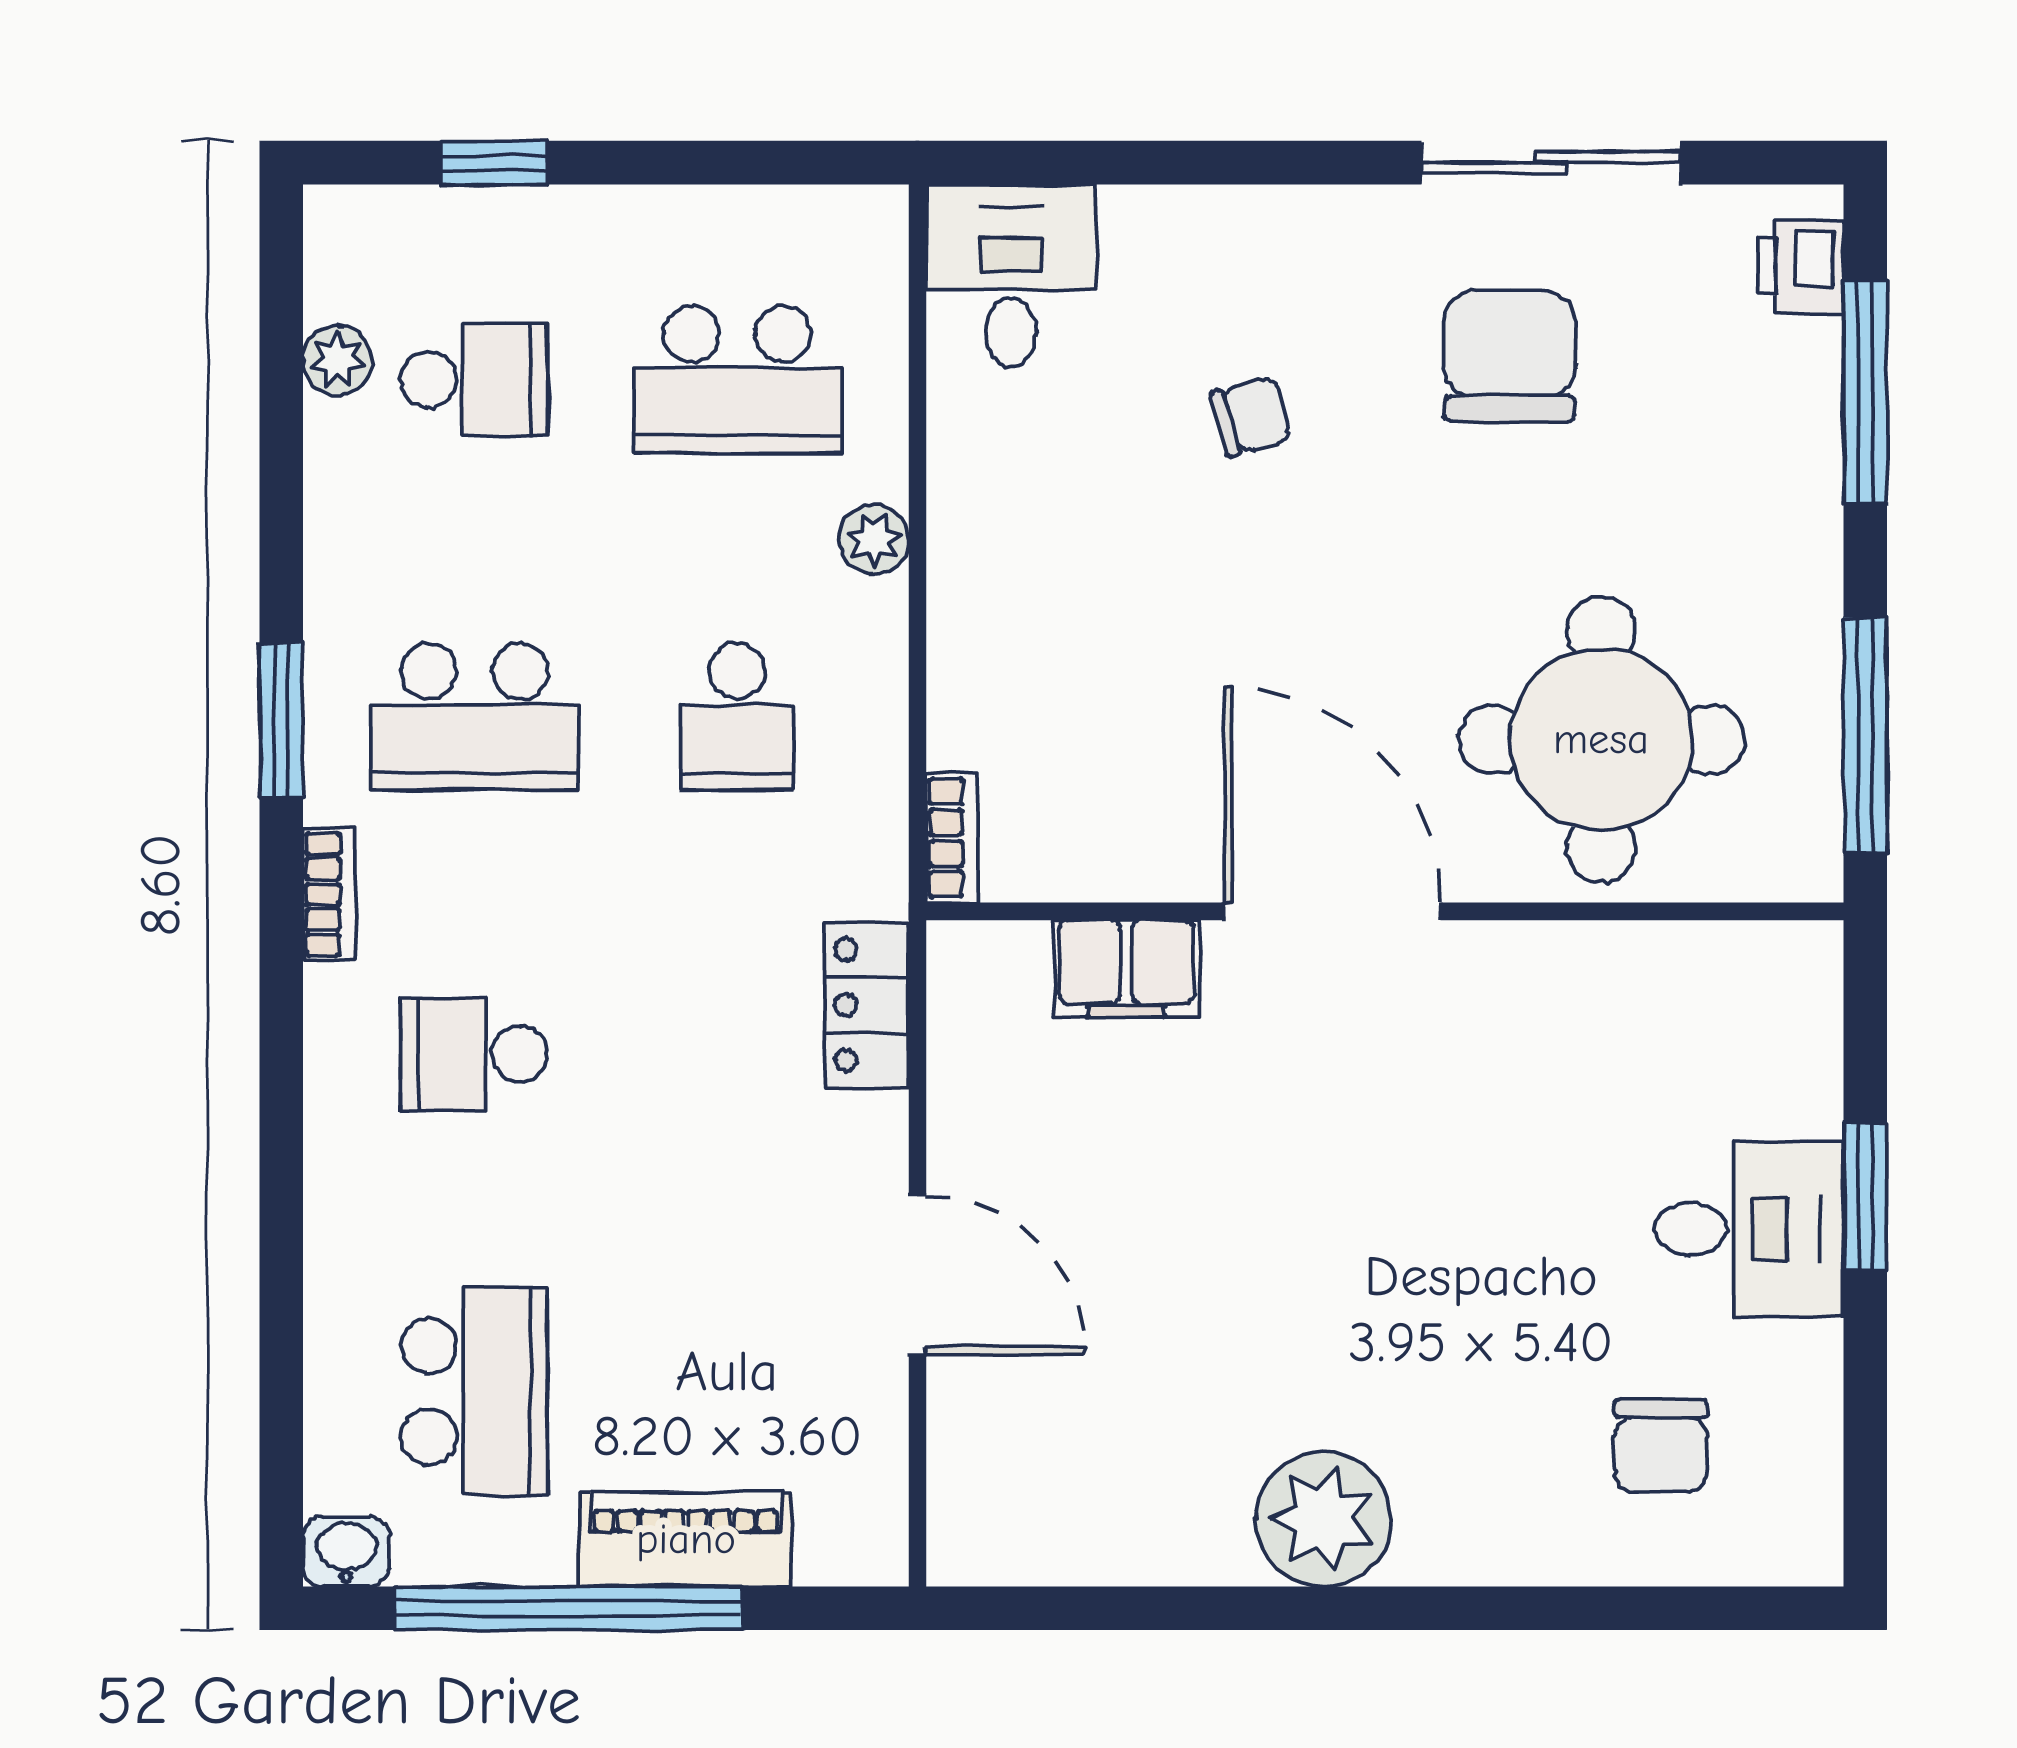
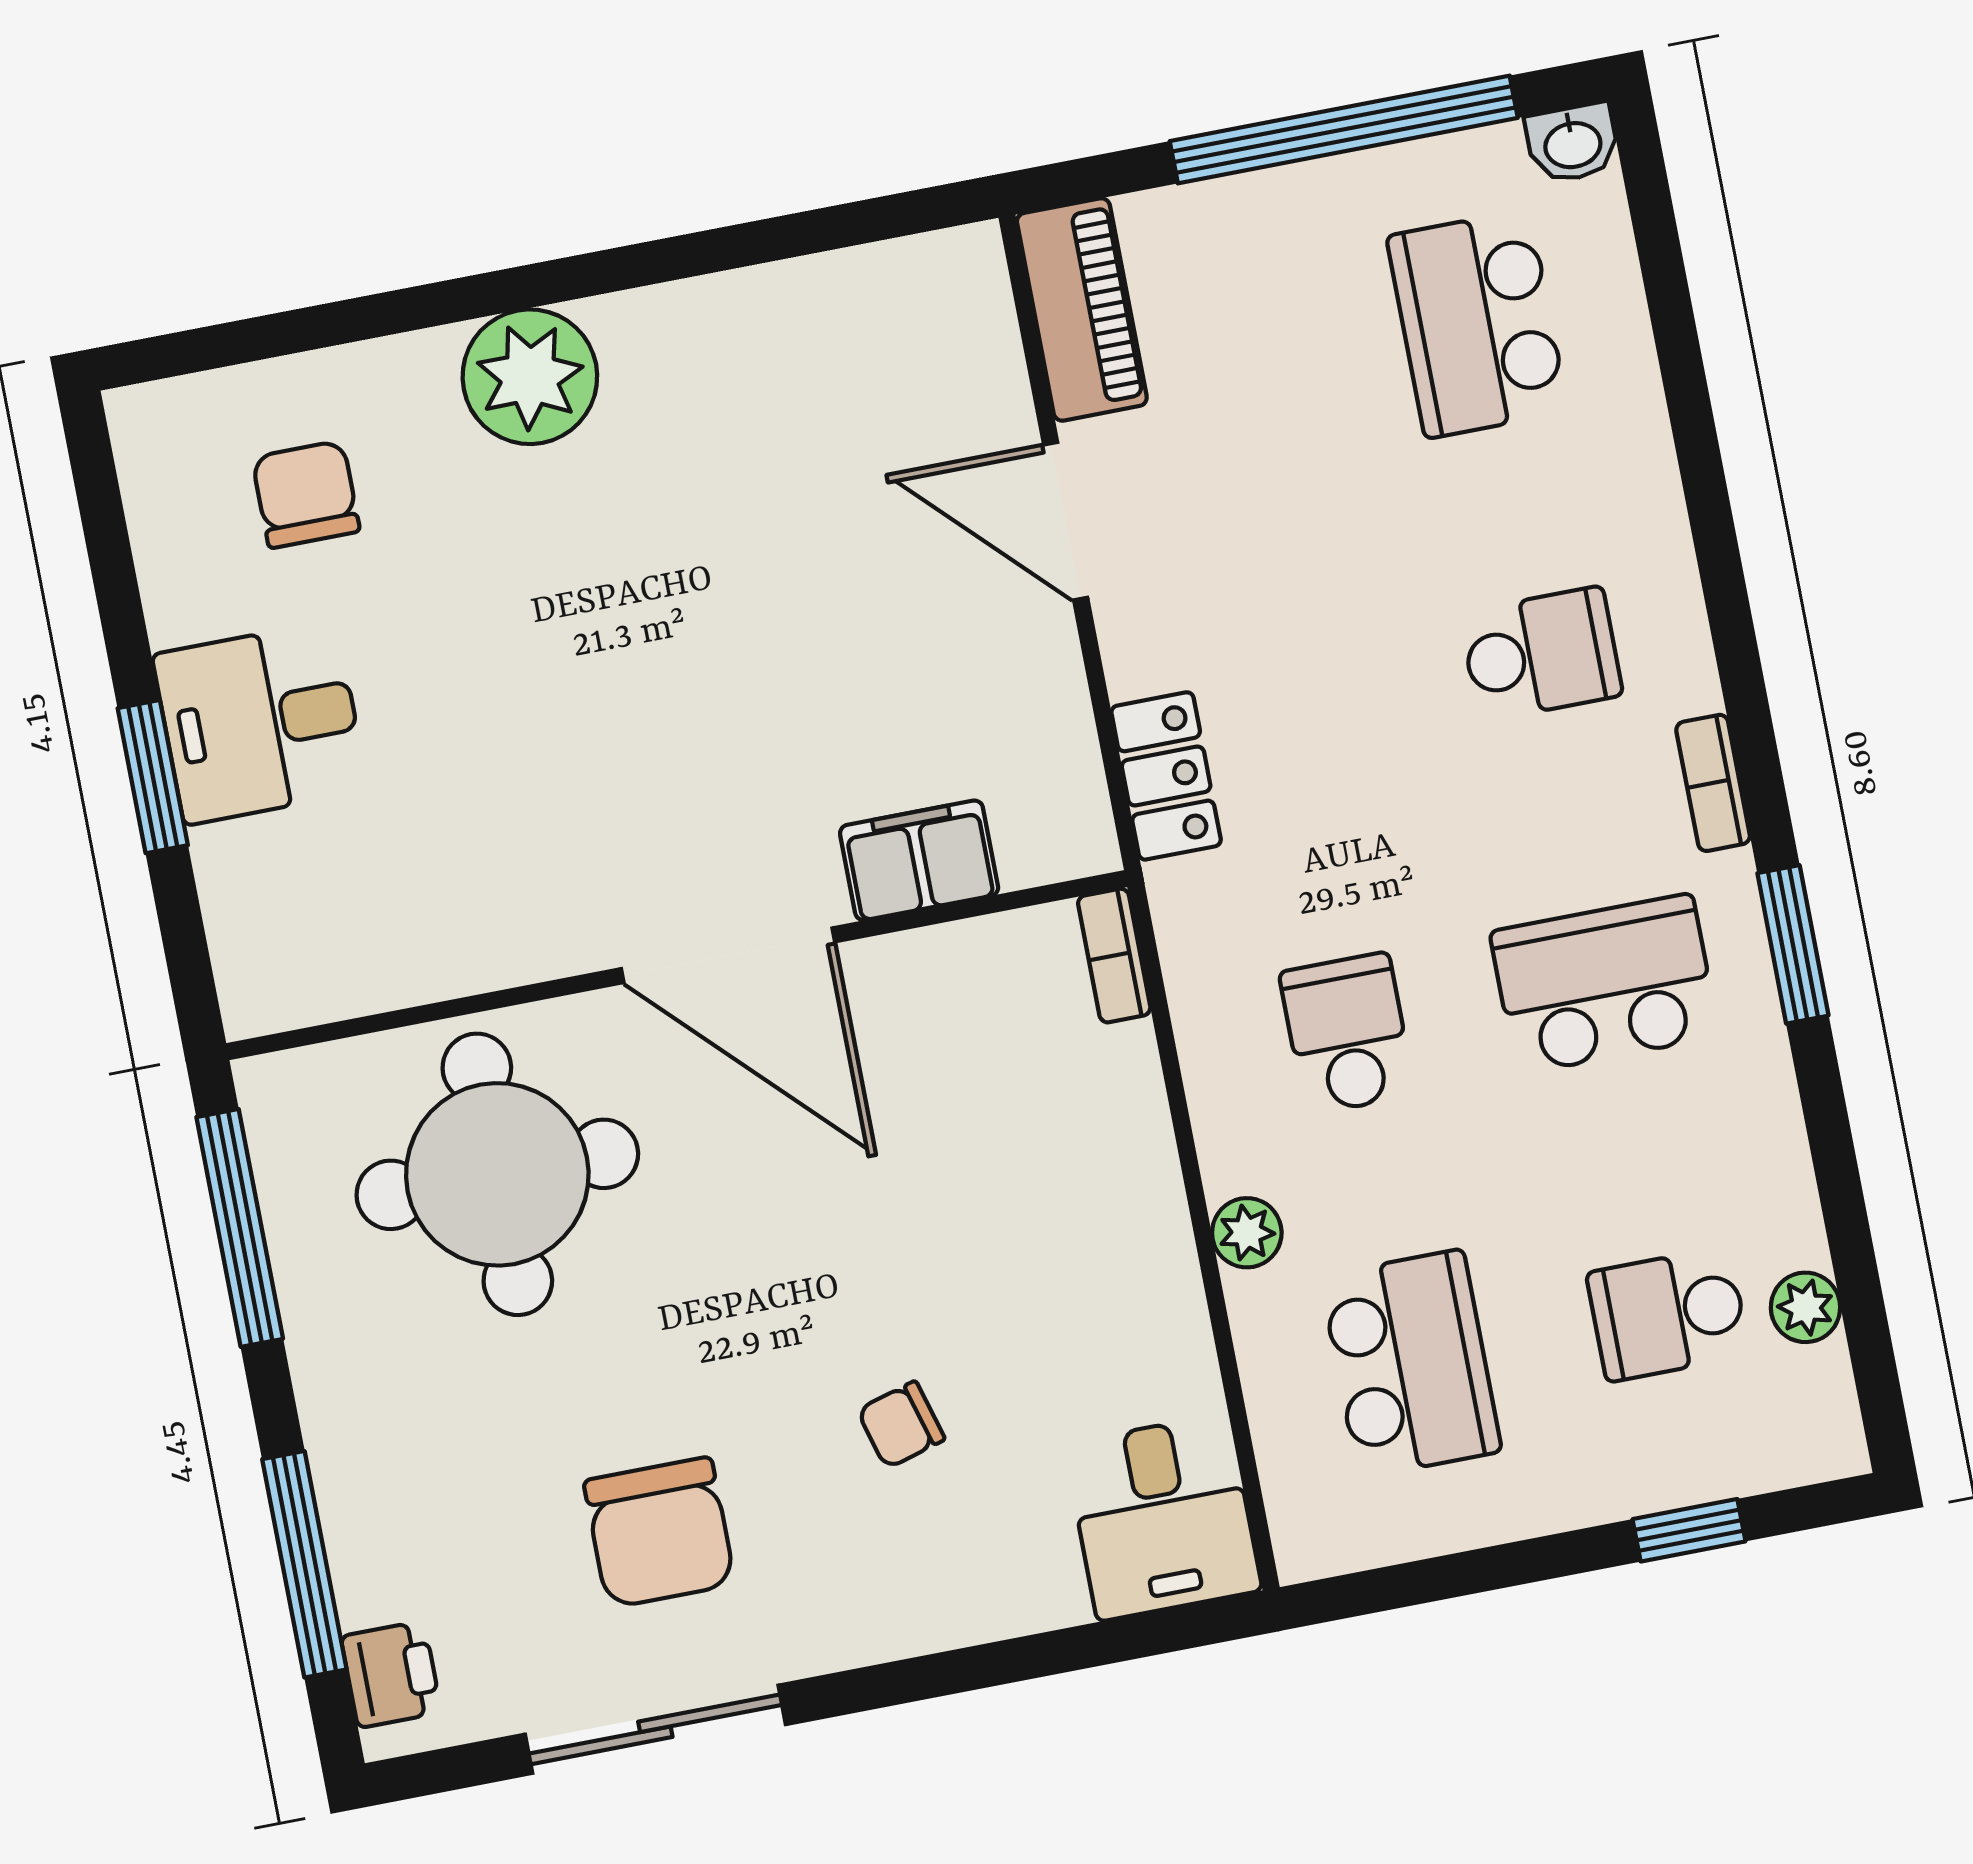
school desk: (737, 380) -> (1411, 1364), turned 90
plant: (1323, 1519) -> (530, 377), moved
piano: (686, 1539) -> (1082, 309), moved, turned -90

